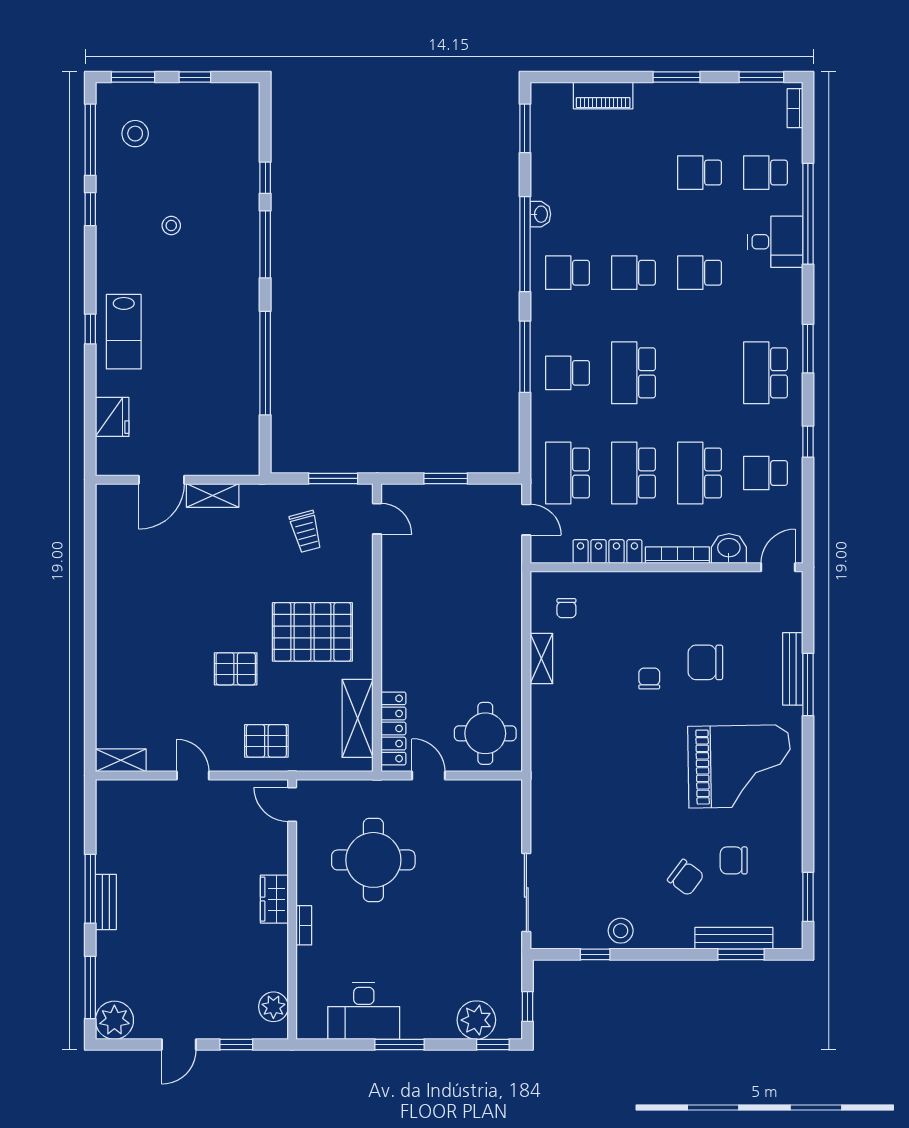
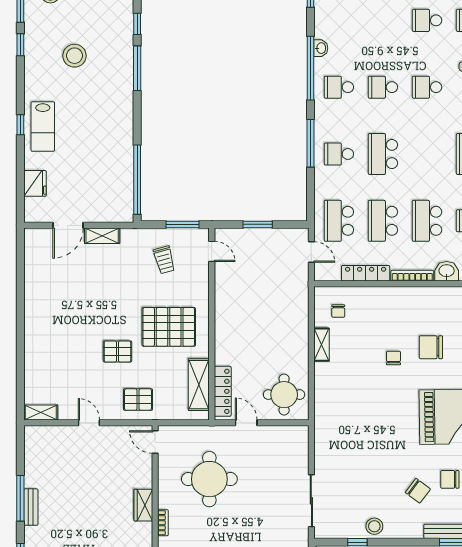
stool: (171, 226) -> (74, 56), width x1.89, depth x1.89
window: (265, 363) -> (137, 180), moved

